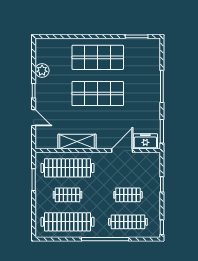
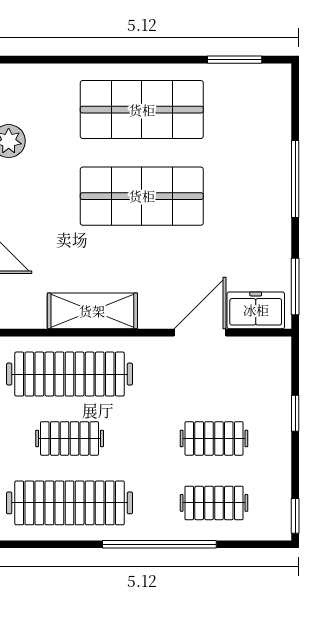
clothes rail: (128, 222) -> (214, 503), width x0.73

